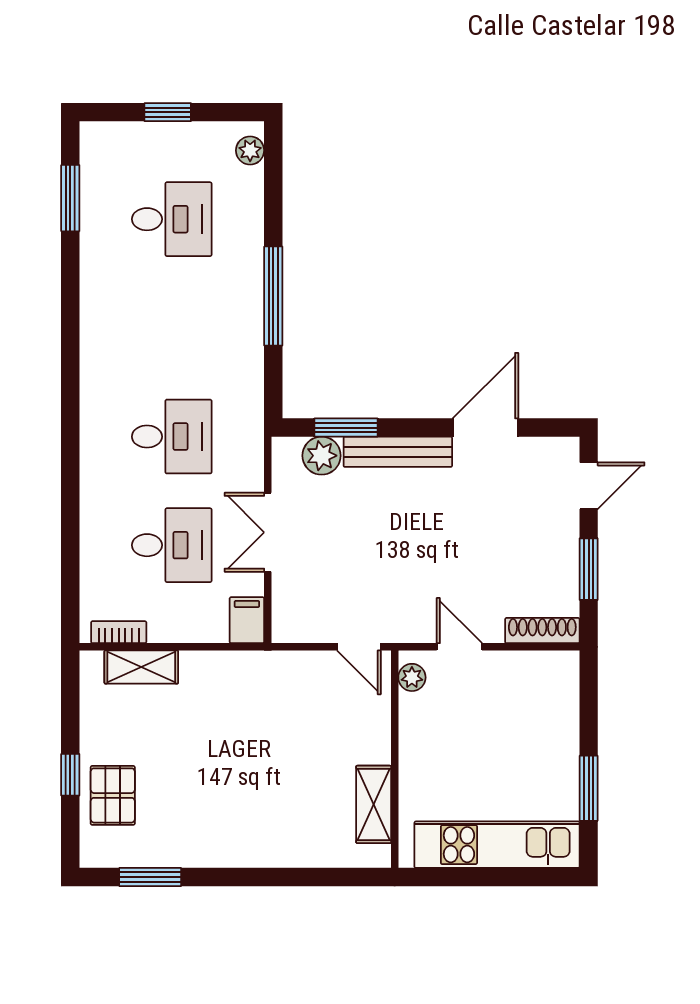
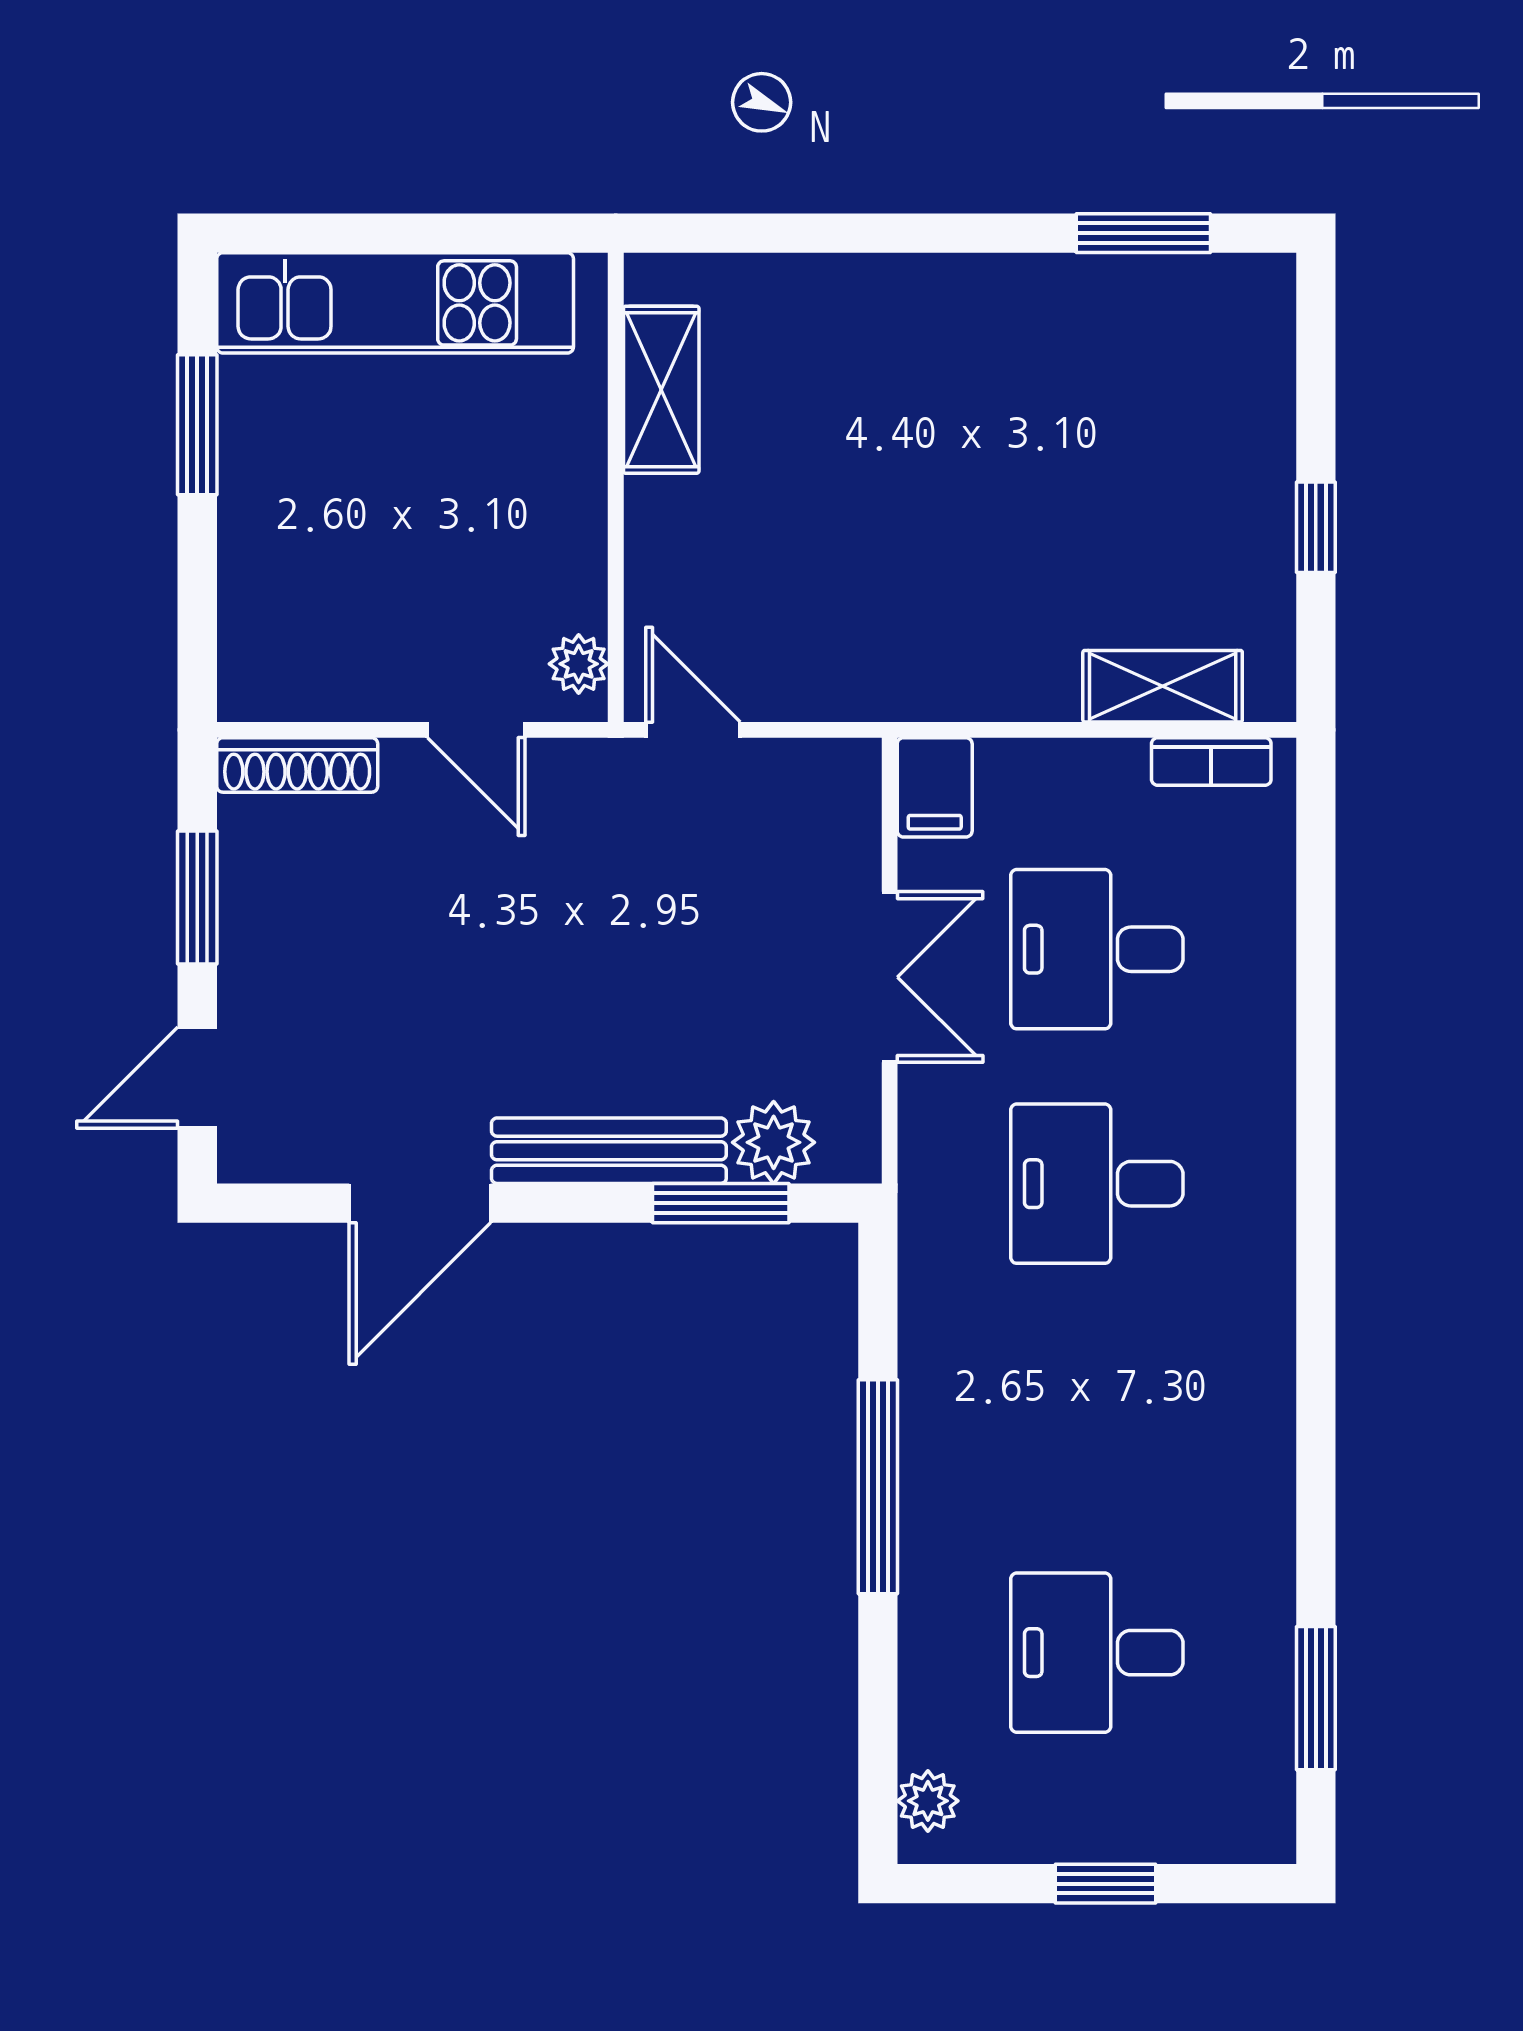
window: (70, 775) -> (1316, 527), moved
pallet: (113, 795) -> (1224, 409), removed

